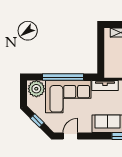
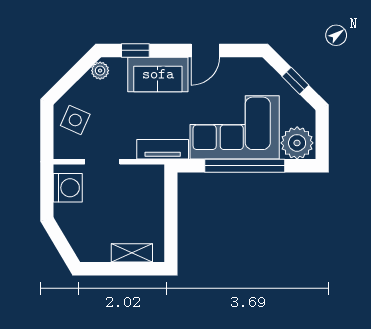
door: (70, 136) -> (205, 50), moved

